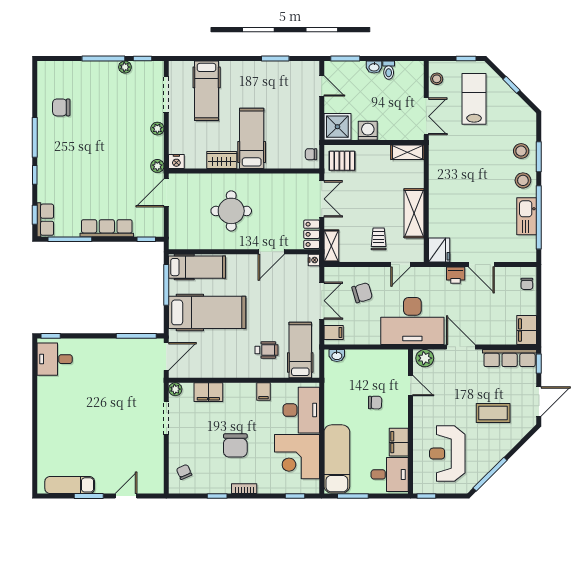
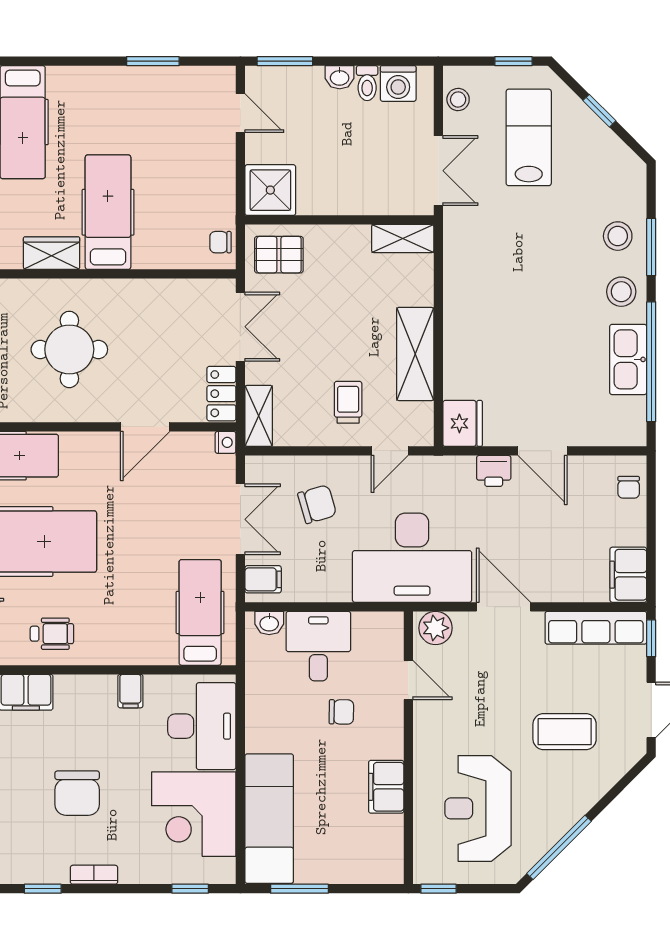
washing machine: (368, 131) -> (398, 83), moved, turned 180
wheelchair: (266, 350) -> (52, 634), moved
desk: (390, 474) -> (318, 646), moved, turned -90

